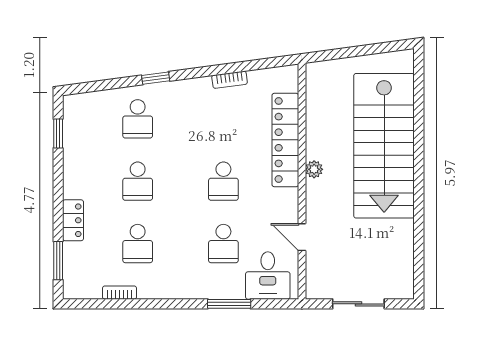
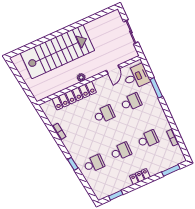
locker: (73, 220) -> (140, 177), moved

